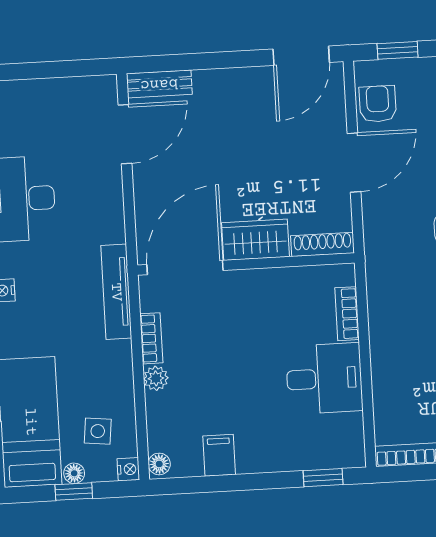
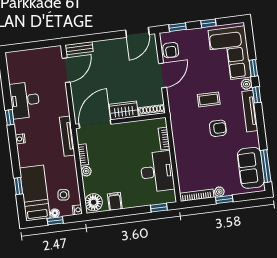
armchair: (378, 104) -> (171, 50), turned 180
desk: (324, 379) -> (157, 172), width x1.37
floor lamp: (159, 464) -> (94, 202), width x1.89, depth x1.89

